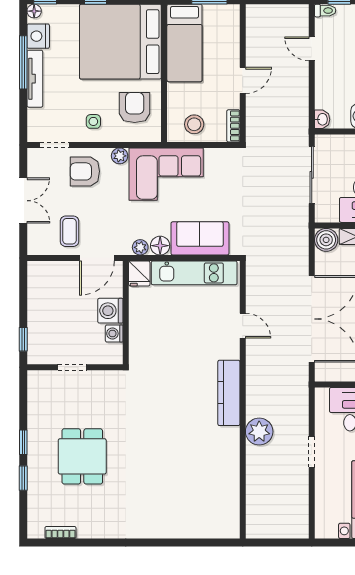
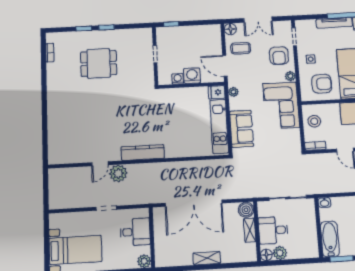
armchair: (85, 171) -> (279, 56), turned 180
floor lamp: (160, 246) -> (230, 29), moved
door: (243, 326) -> (100, 164), moved

